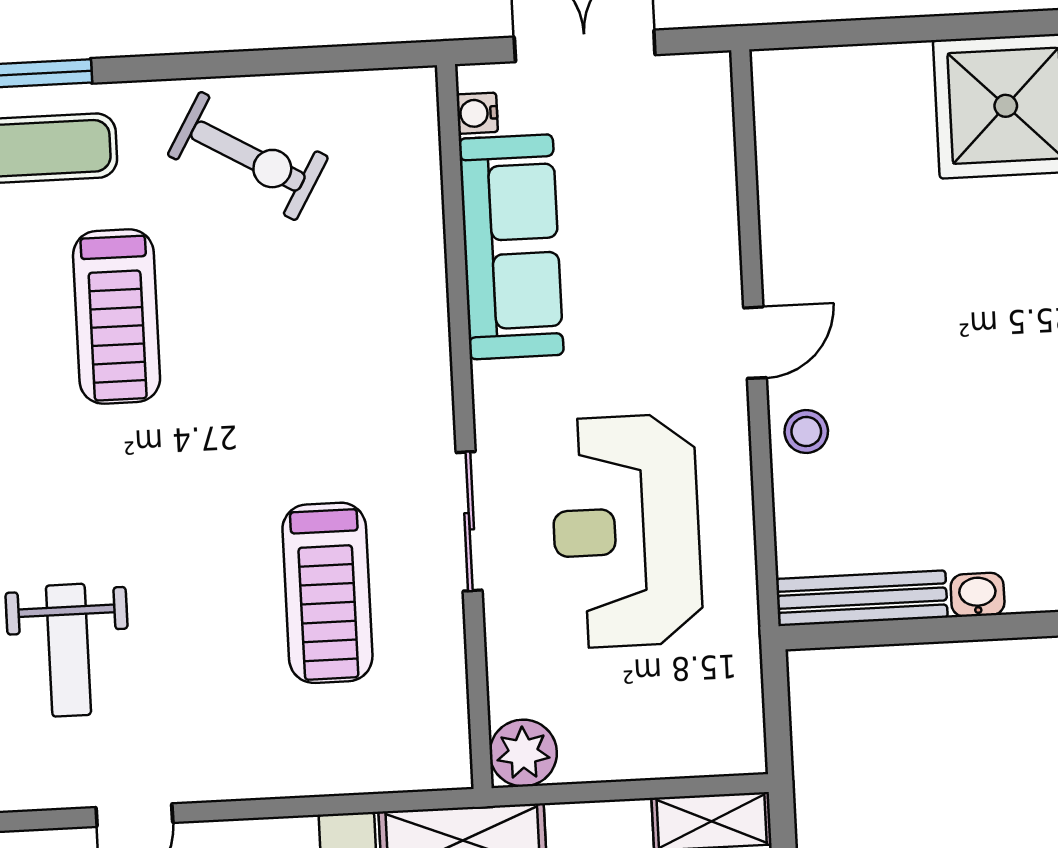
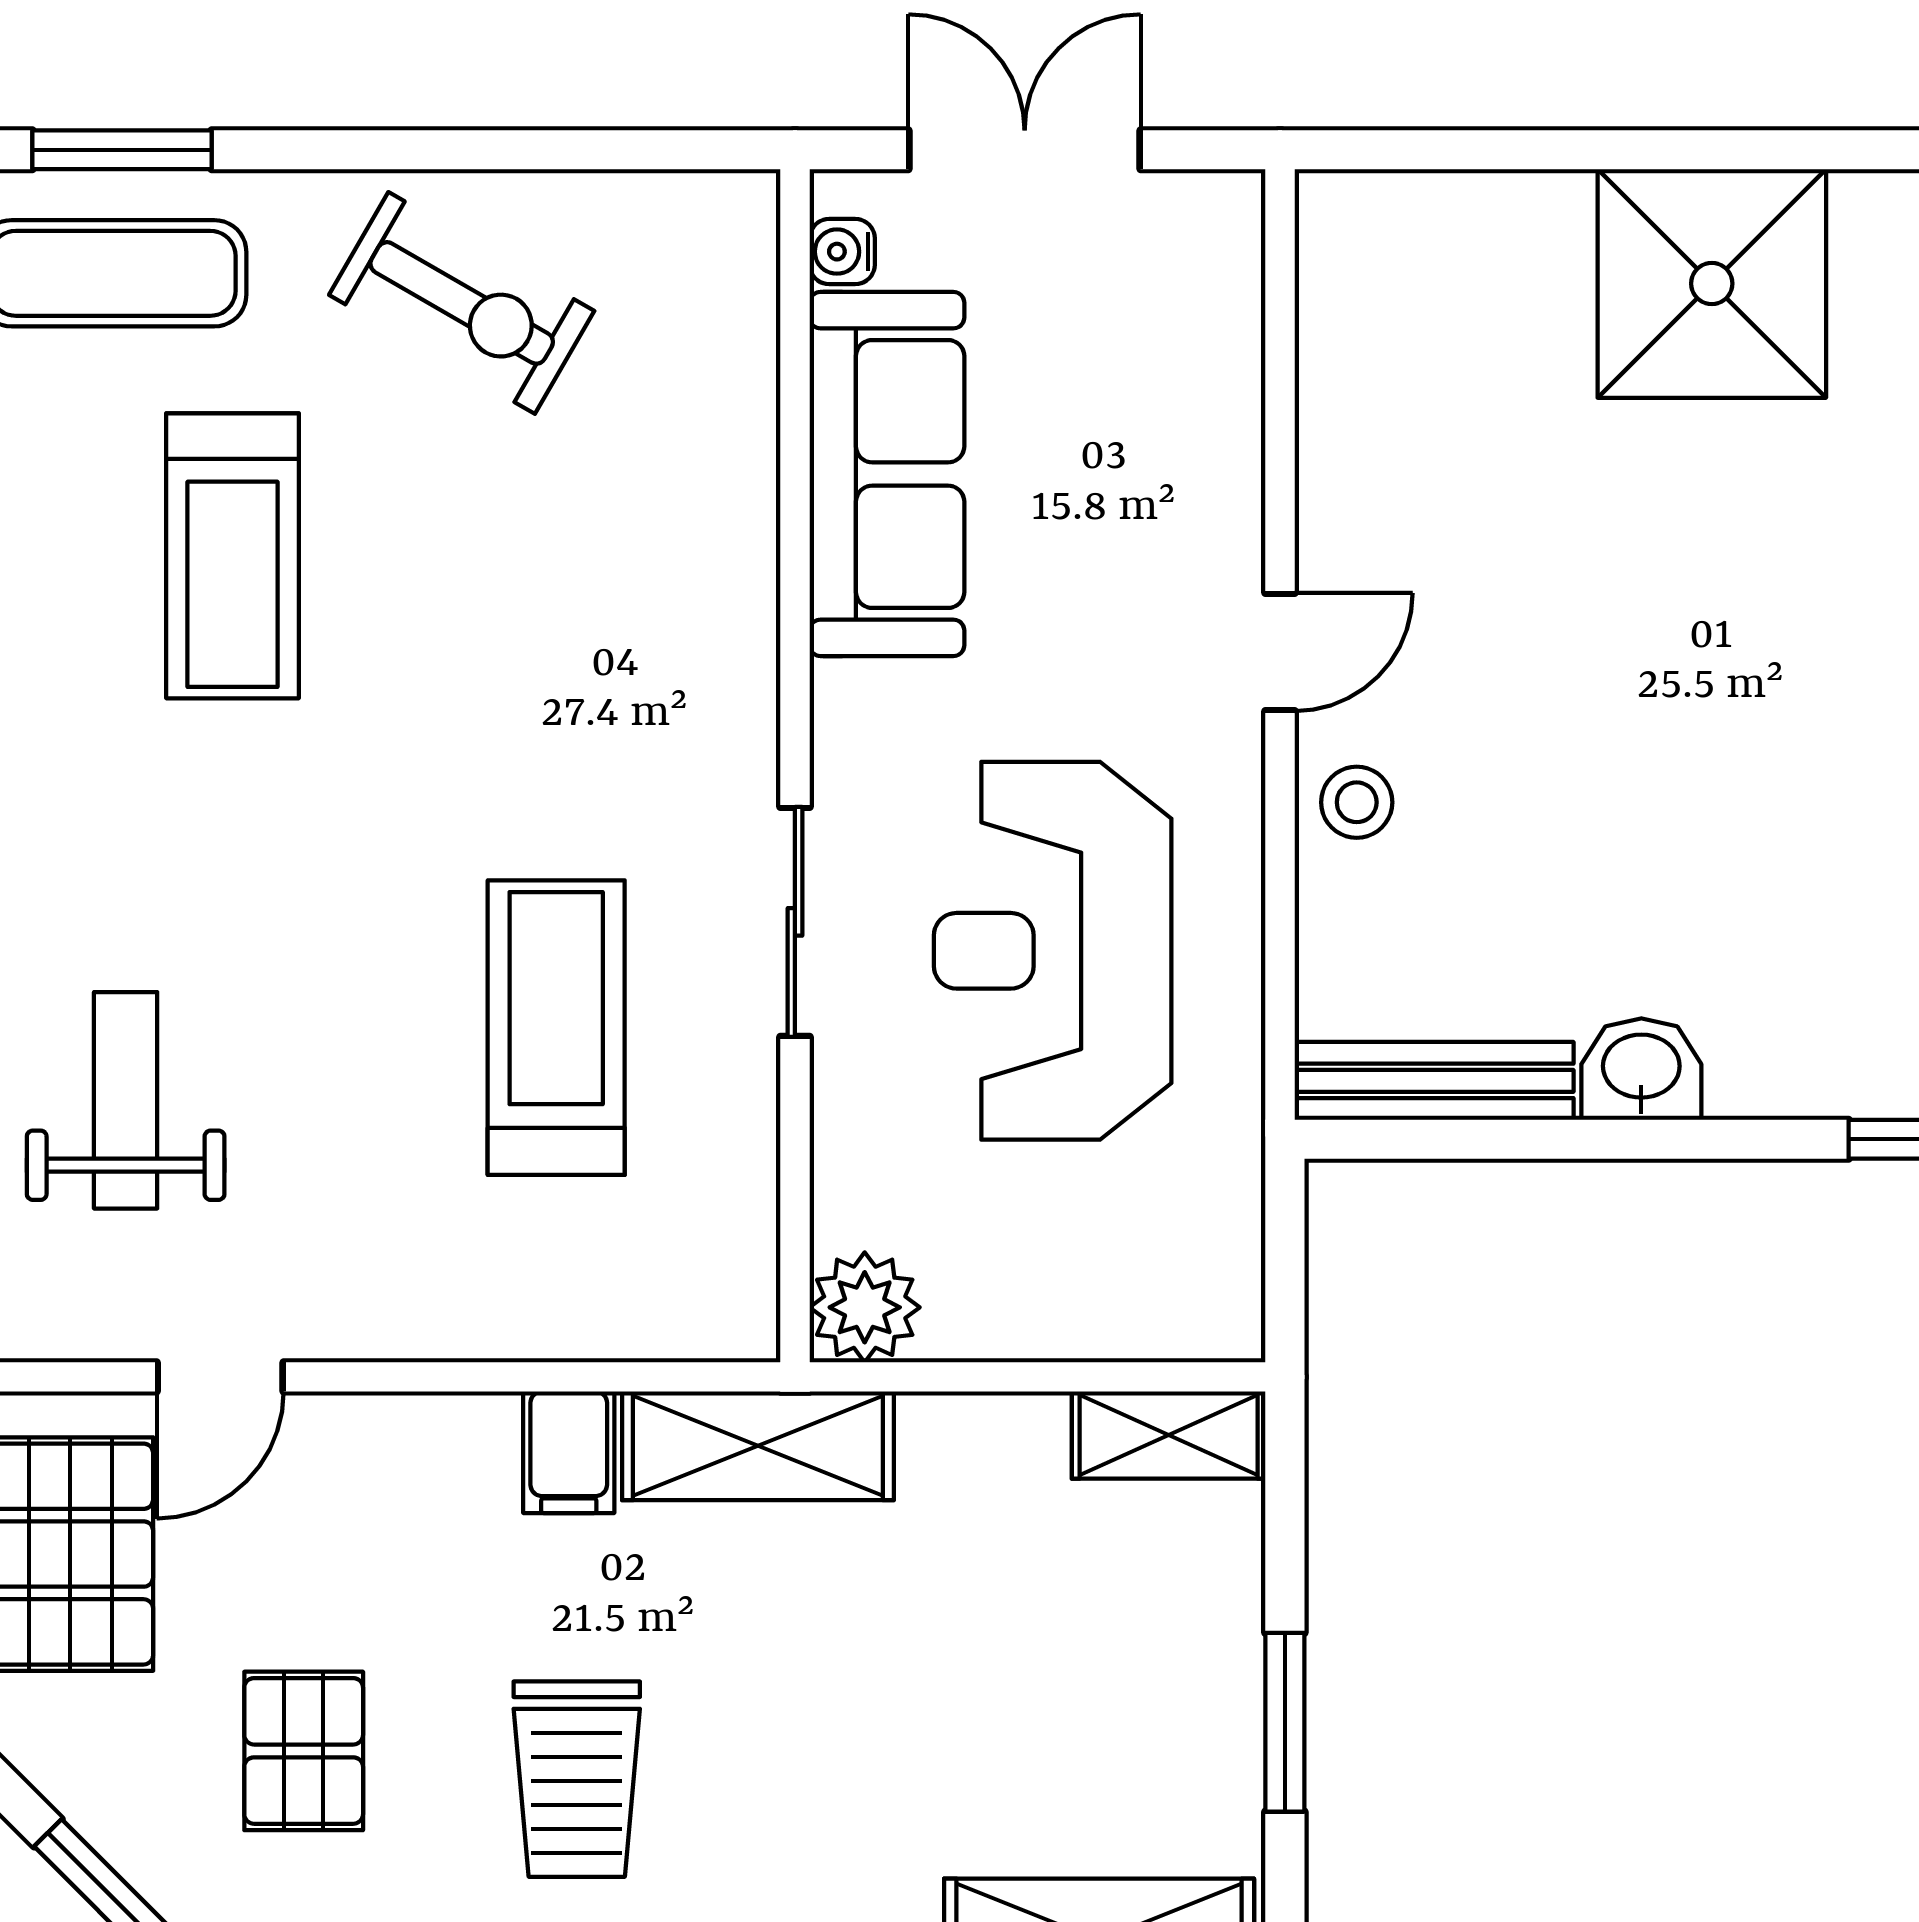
treadmill: (327, 593) -> (556, 1028), turned 180
washbasin: (978, 595) -> (1641, 1069), width x1.38, depth x1.45
weight bench: (68, 650) -> (126, 1100), turned 180

